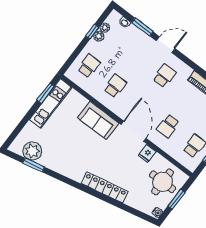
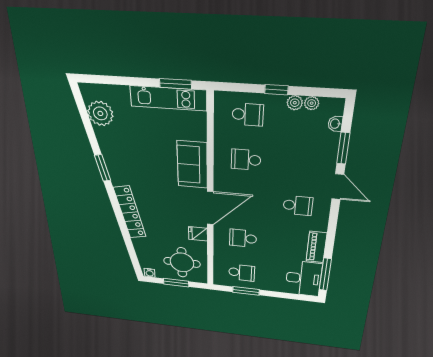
window: (92, 32) -> (276, 90), moved
school desk: (115, 86) -> (246, 160), turned 180
window: (34, 165) -> (103, 168), moved

